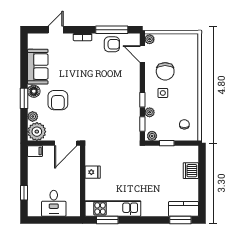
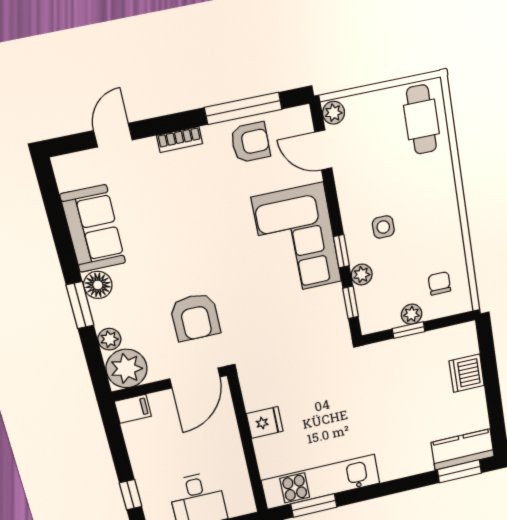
cafe table: (187, 50) -> (421, 120), added
chair: (165, 71) -> (381, 179), removed
corner sofa: (124, 90) -> (297, 240), added
armchair: (58, 100) -> (195, 317), moved
plant: (152, 136) -> (412, 314), moved

